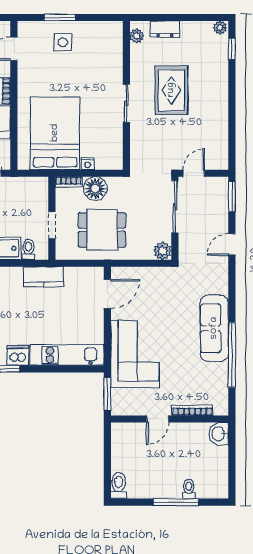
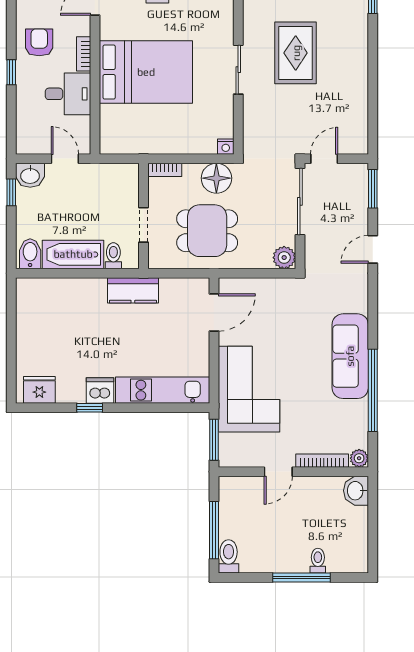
bed: (55, 133) -> (146, 72), moved, turned 90
nightstand: (88, 164) -> (226, 147), moved
floor lamp: (95, 189) -> (216, 178), moved
plant: (221, 408) -> (359, 458), added
window: (107, 465) -> (214, 530), added

